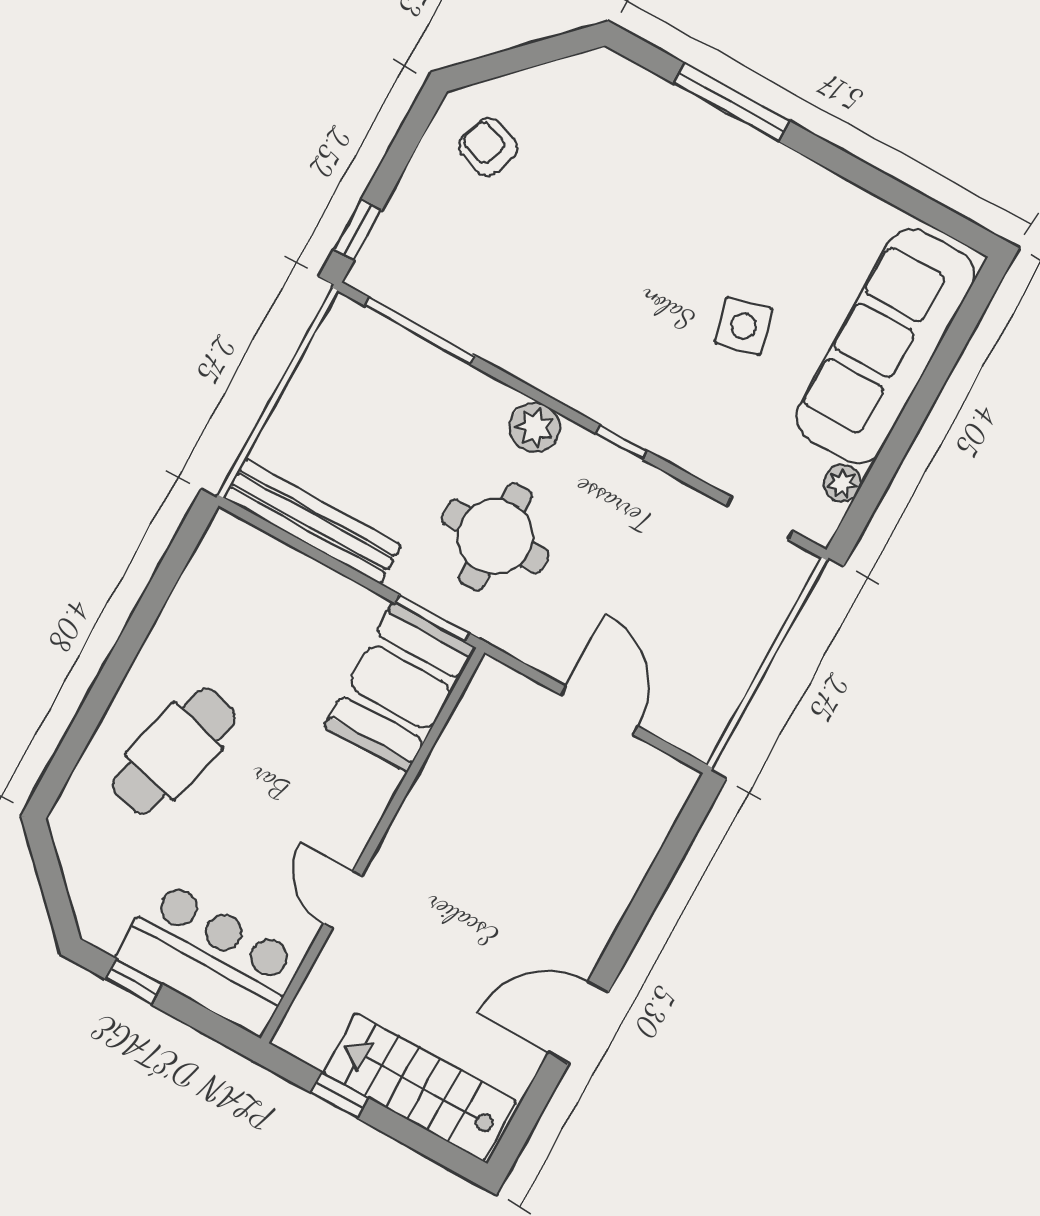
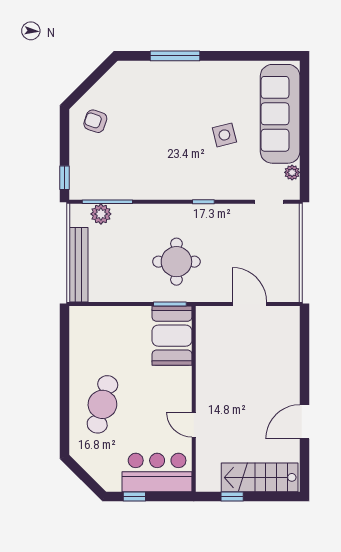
plant: (535, 428) -> (101, 214), moved
bench: (312, 521) -> (79, 265), moved, turned 90

